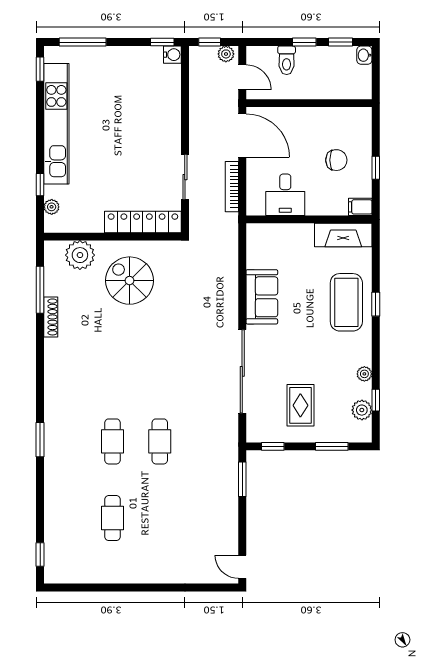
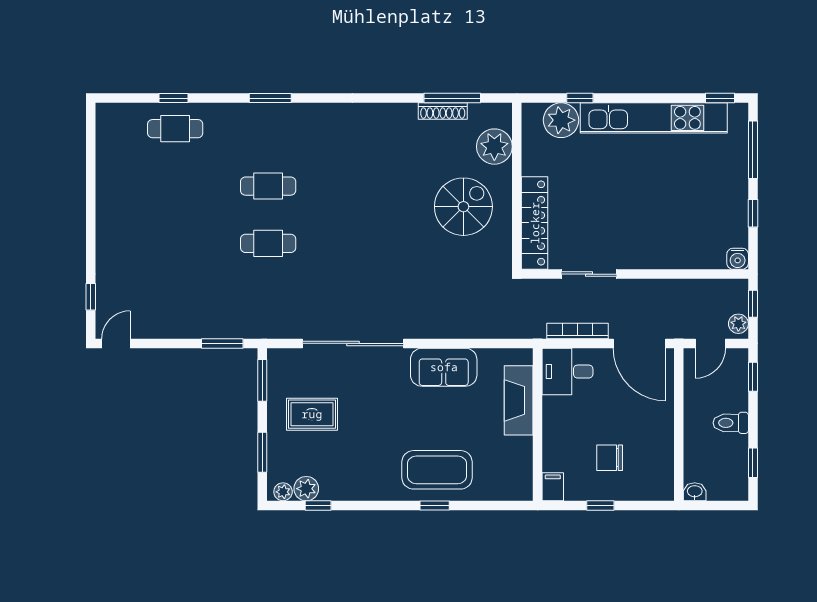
window: (162, 42) -> (753, 213), moved
window: (304, 42) -> (753, 377), moved
washbasin: (364, 55) -> (695, 492), moved
toilet: (287, 60) -> (731, 423), moved
door: (242, 136) -> (639, 343), hinge flipped
chair: (336, 160) -> (610, 458), turned 90
desk: (285, 195) -> (568, 372), moved
plant: (52, 207) -> (561, 120), width x1.87, depth x1.87
fireplace: (343, 235) -> (519, 400), moved
shoe rack: (51, 317) -> (443, 111), moved
plant: (364, 374) -> (283, 492), moved
window: (273, 446) -> (262, 380), width x1.50
cafe table: (113, 518) -> (175, 129), moved
window: (40, 554) -> (174, 98), moved
window: (204, 587) -> (91, 297), added

